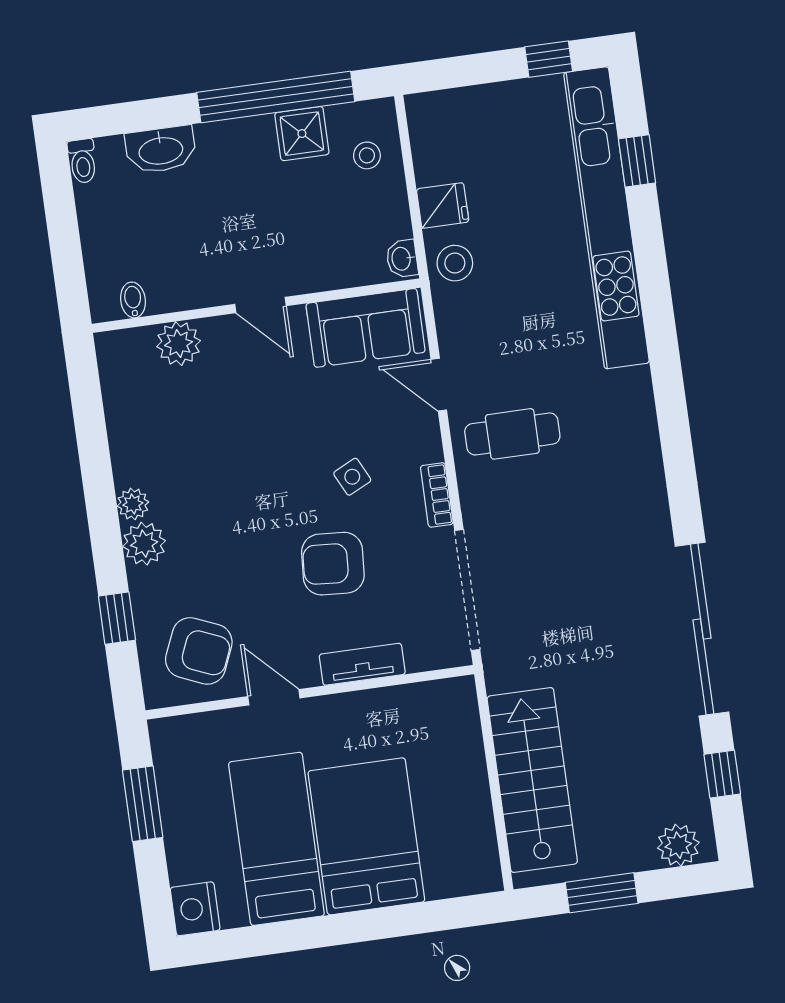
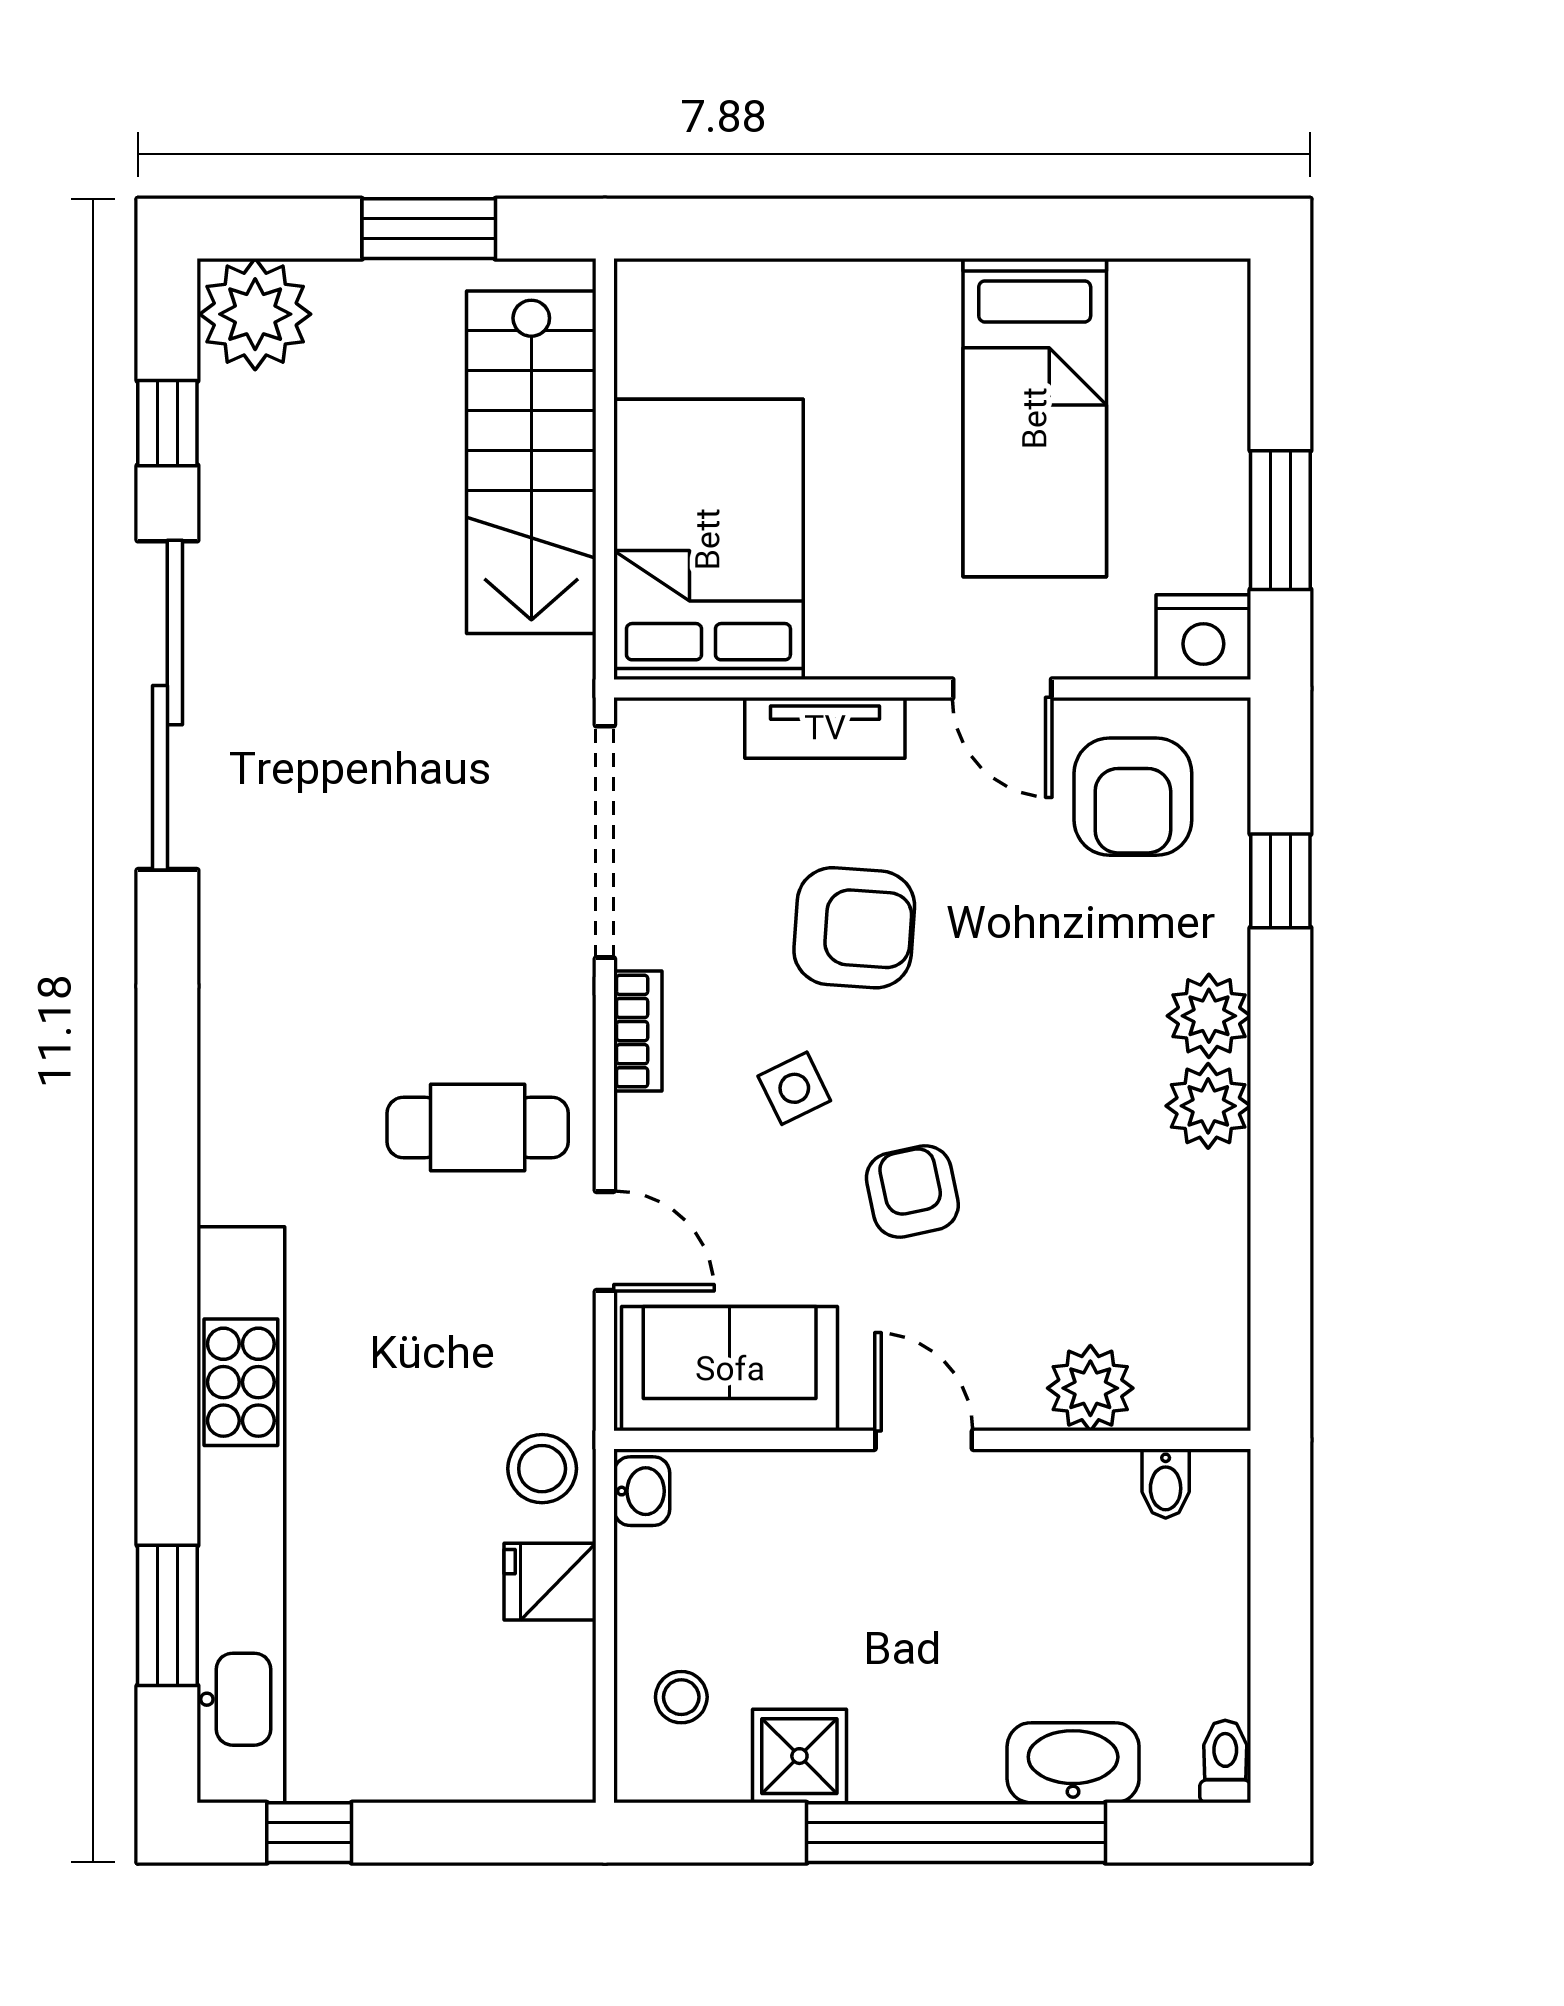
window: (276, 97) -> (956, 1833), moved
window: (637, 161) -> (167, 1615), width x1.50
armchair: (284, 432) -> (912, 1192), added
plant: (133, 504) -> (1208, 1106), width x1.38, depth x1.38
armchair: (199, 651) -> (1133, 797), turned -113
bed: (366, 836) -> (708, 539), moved, turned 180
plant: (678, 845) -> (255, 314), width x1.36, depth x1.36
nightstand: (195, 909) -> (1203, 637), moved, turned 90

